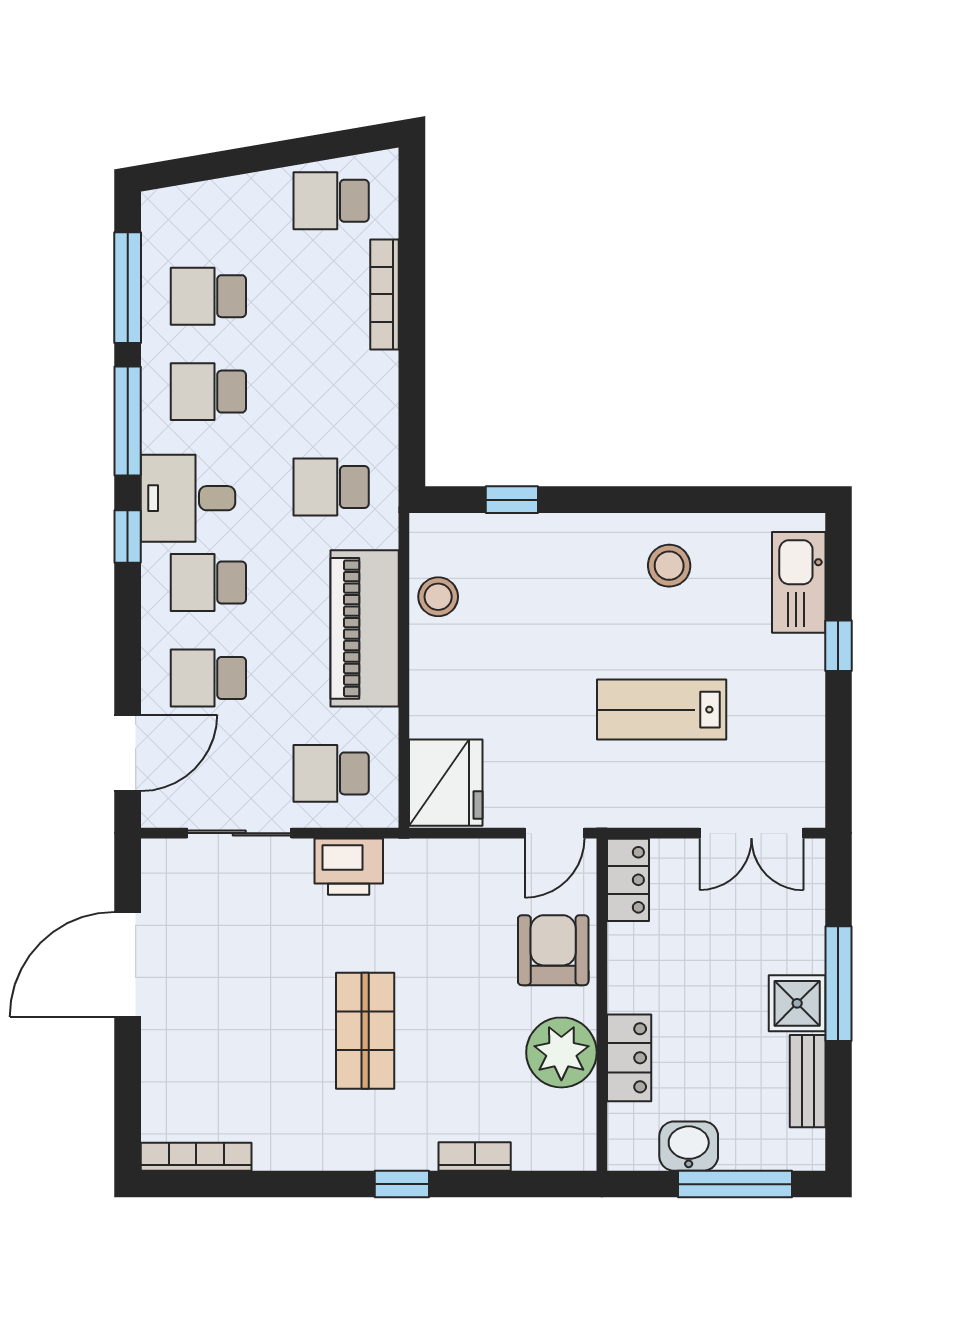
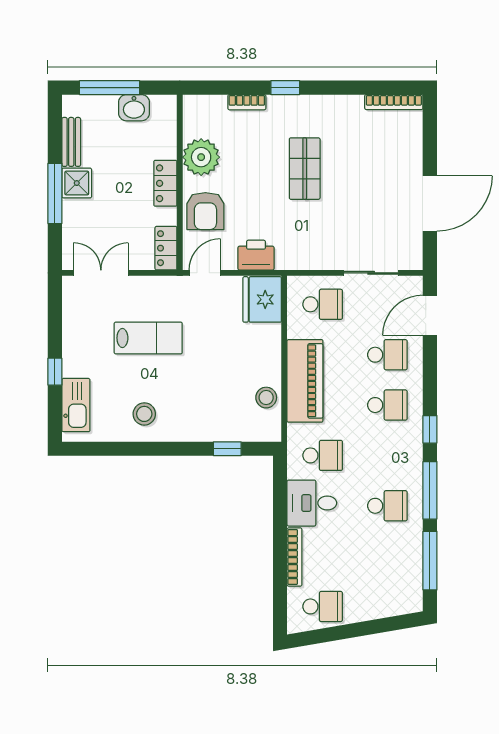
school desk: (208, 296) -> (387, 556), removed
desk: (188, 498) -> (312, 503), moved, turned 180
printer: (349, 867) -> (256, 255), moved
locker: (629, 1058) -> (165, 183), moved

